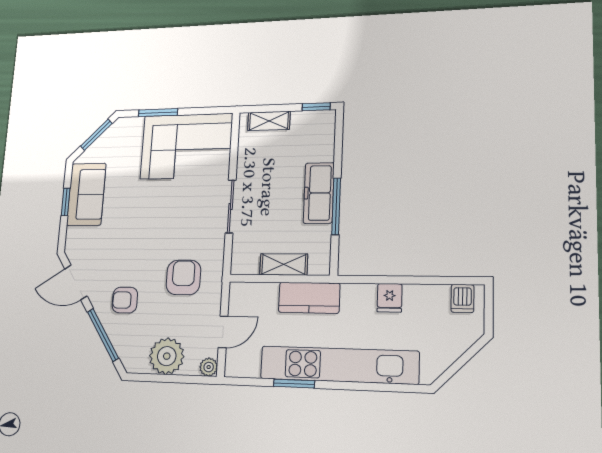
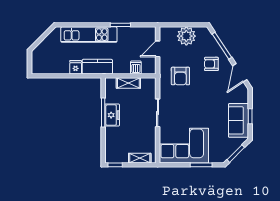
freezer: (319, 193) -> (112, 115), width x0.71
door: (76, 283) -> (240, 73), swing flipped
kitchen counter: (309, 298) -> (97, 67), moved
dishwasher: (462, 298) -> (136, 68), moved
armchair: (125, 300) -> (211, 64), turned 180
kitchen unit: (339, 365) -> (89, 35), width x0.73
plant: (209, 367) -> (164, 31), removed

